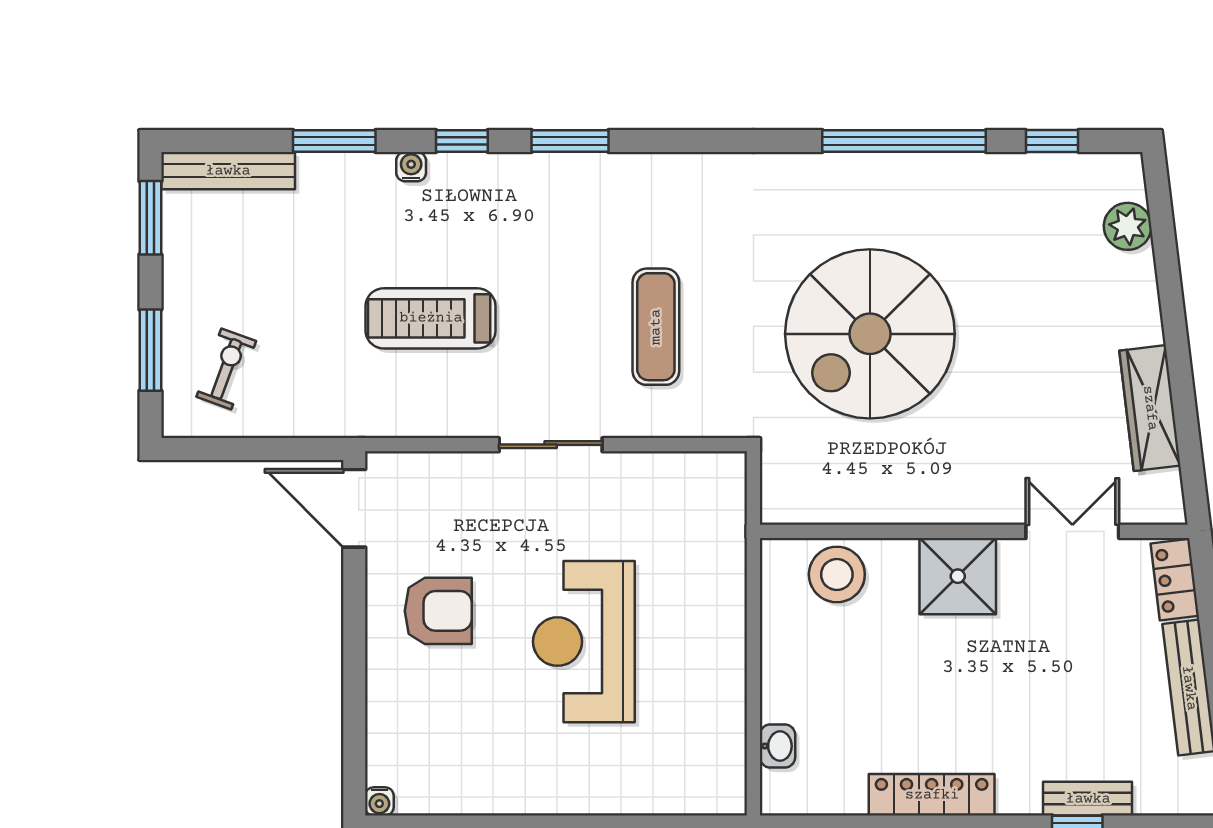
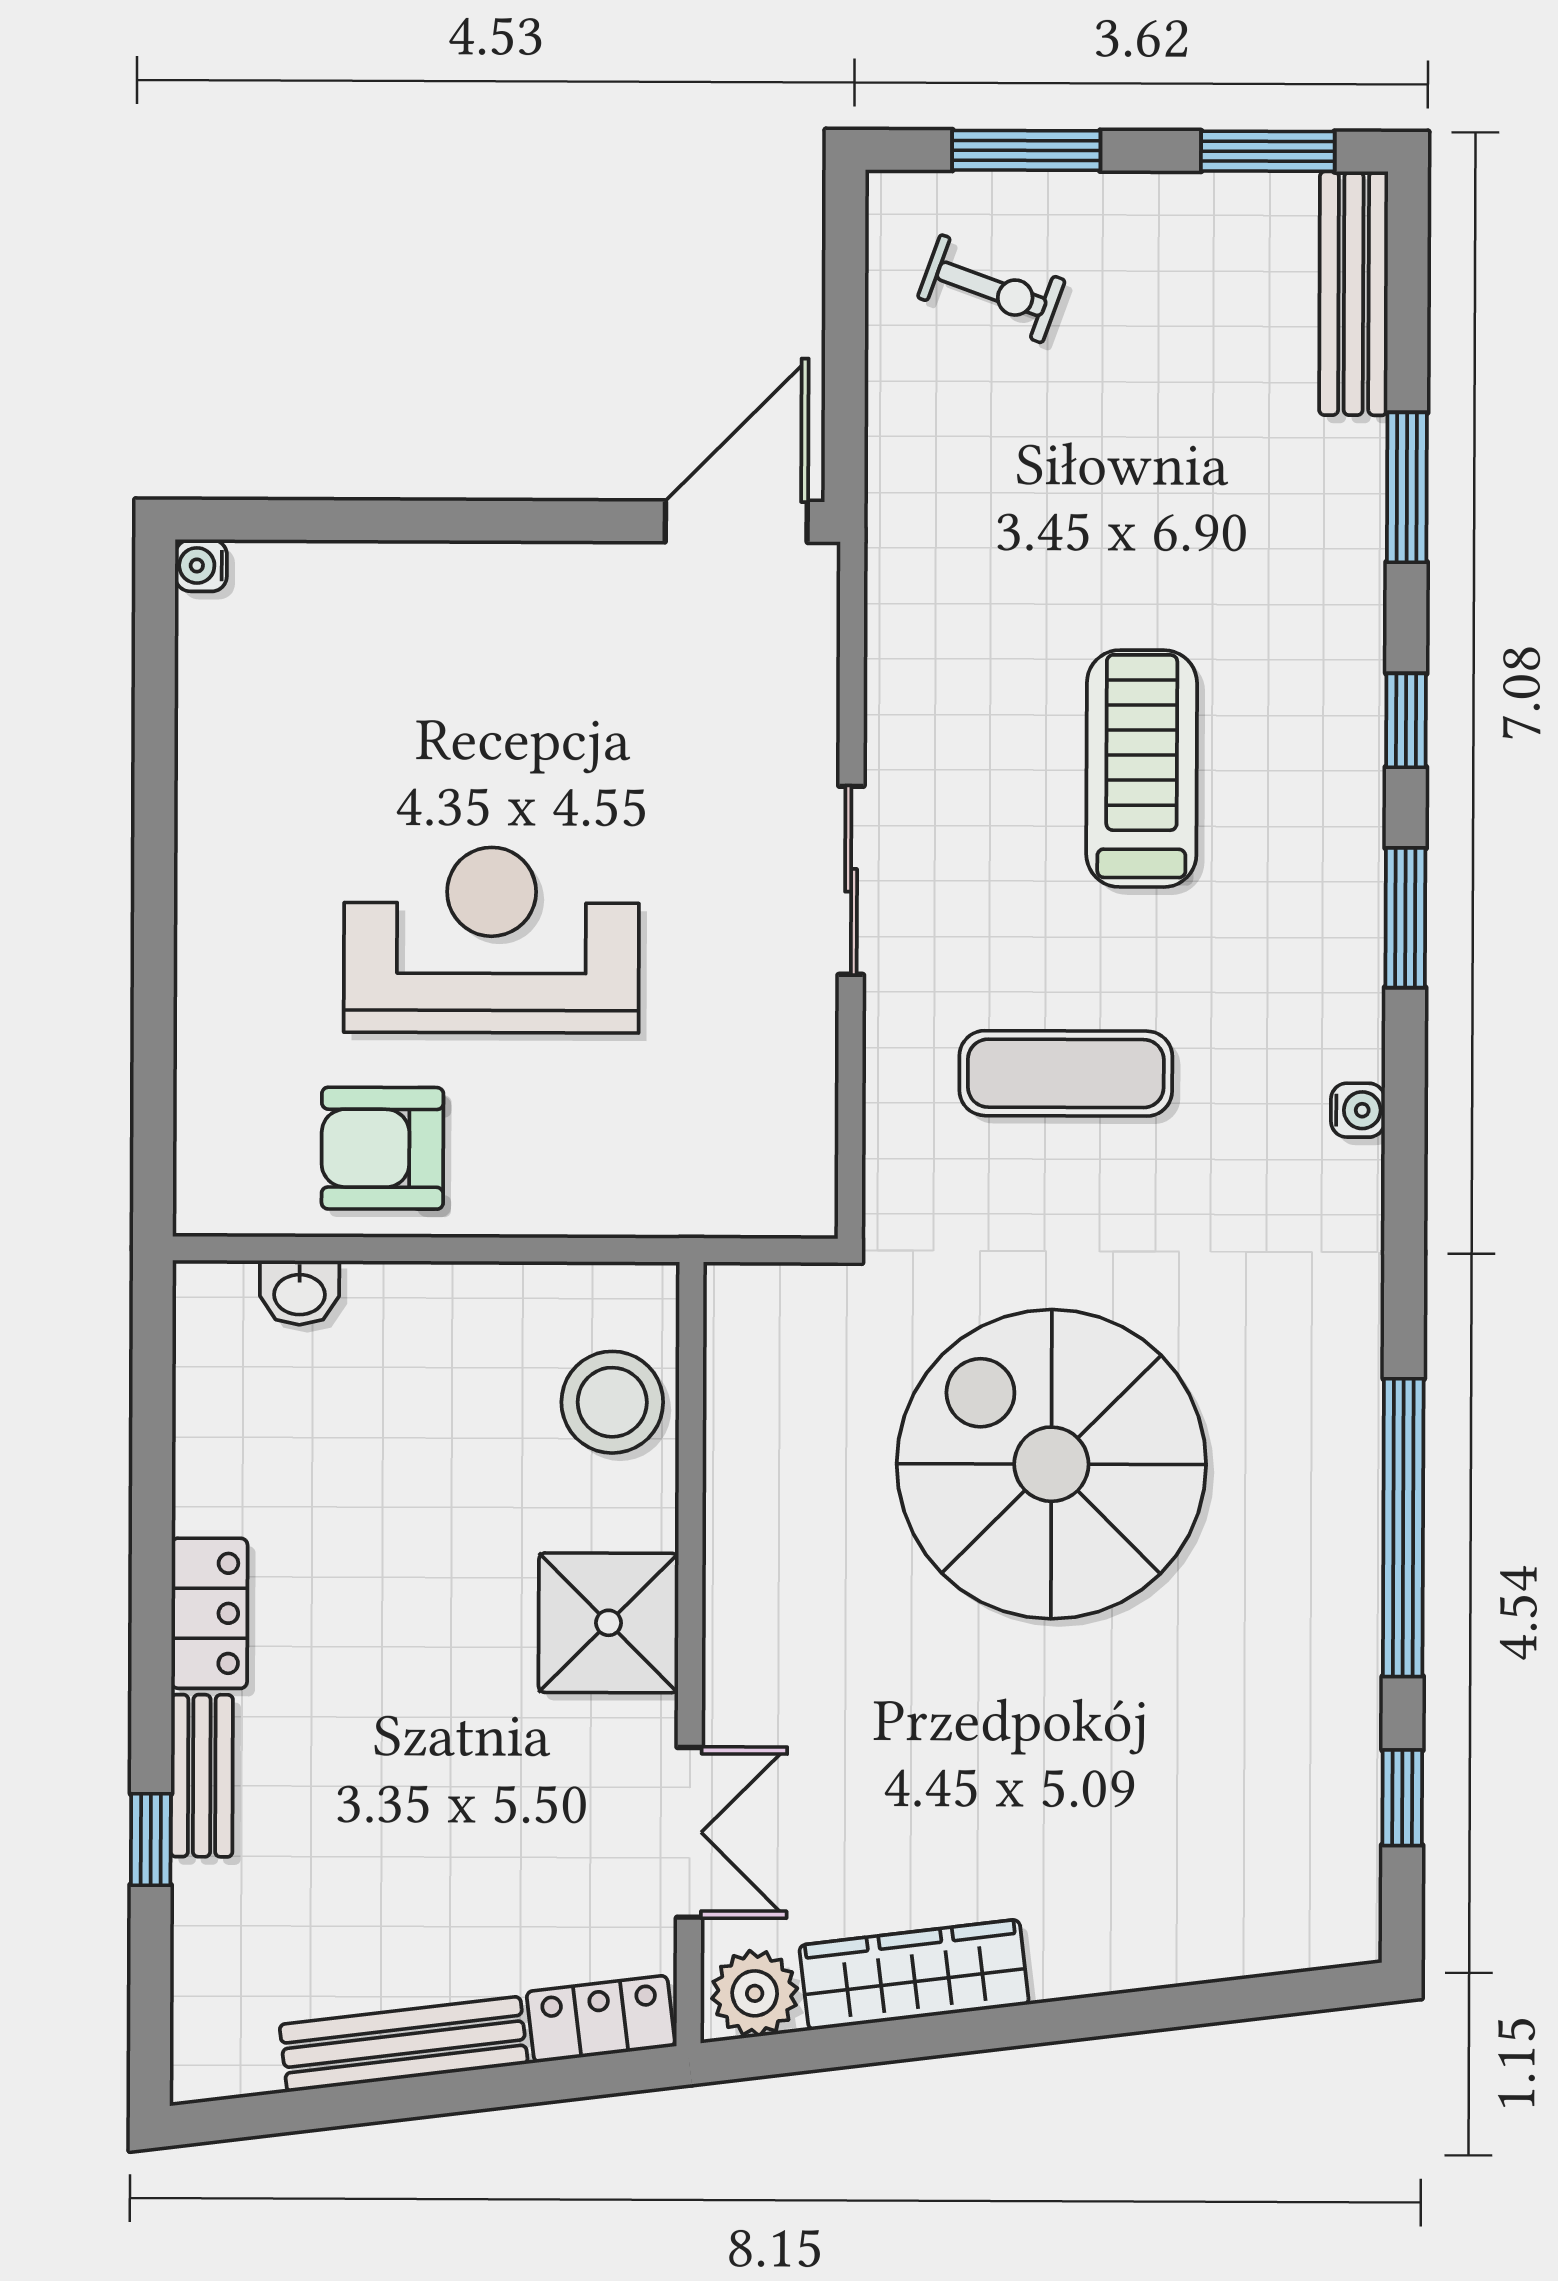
water cooler: (411, 167) -> (1358, 1110), moved
plant: (1128, 226) -> (755, 1993), moved
treadmill: (431, 318) -> (1142, 769), moved
armchair: (438, 611) -> (382, 1148), moved, turned 90
locker: (932, 795) -> (209, 1613), width x0.66
bench: (1088, 799) -> (202, 1776), moved

